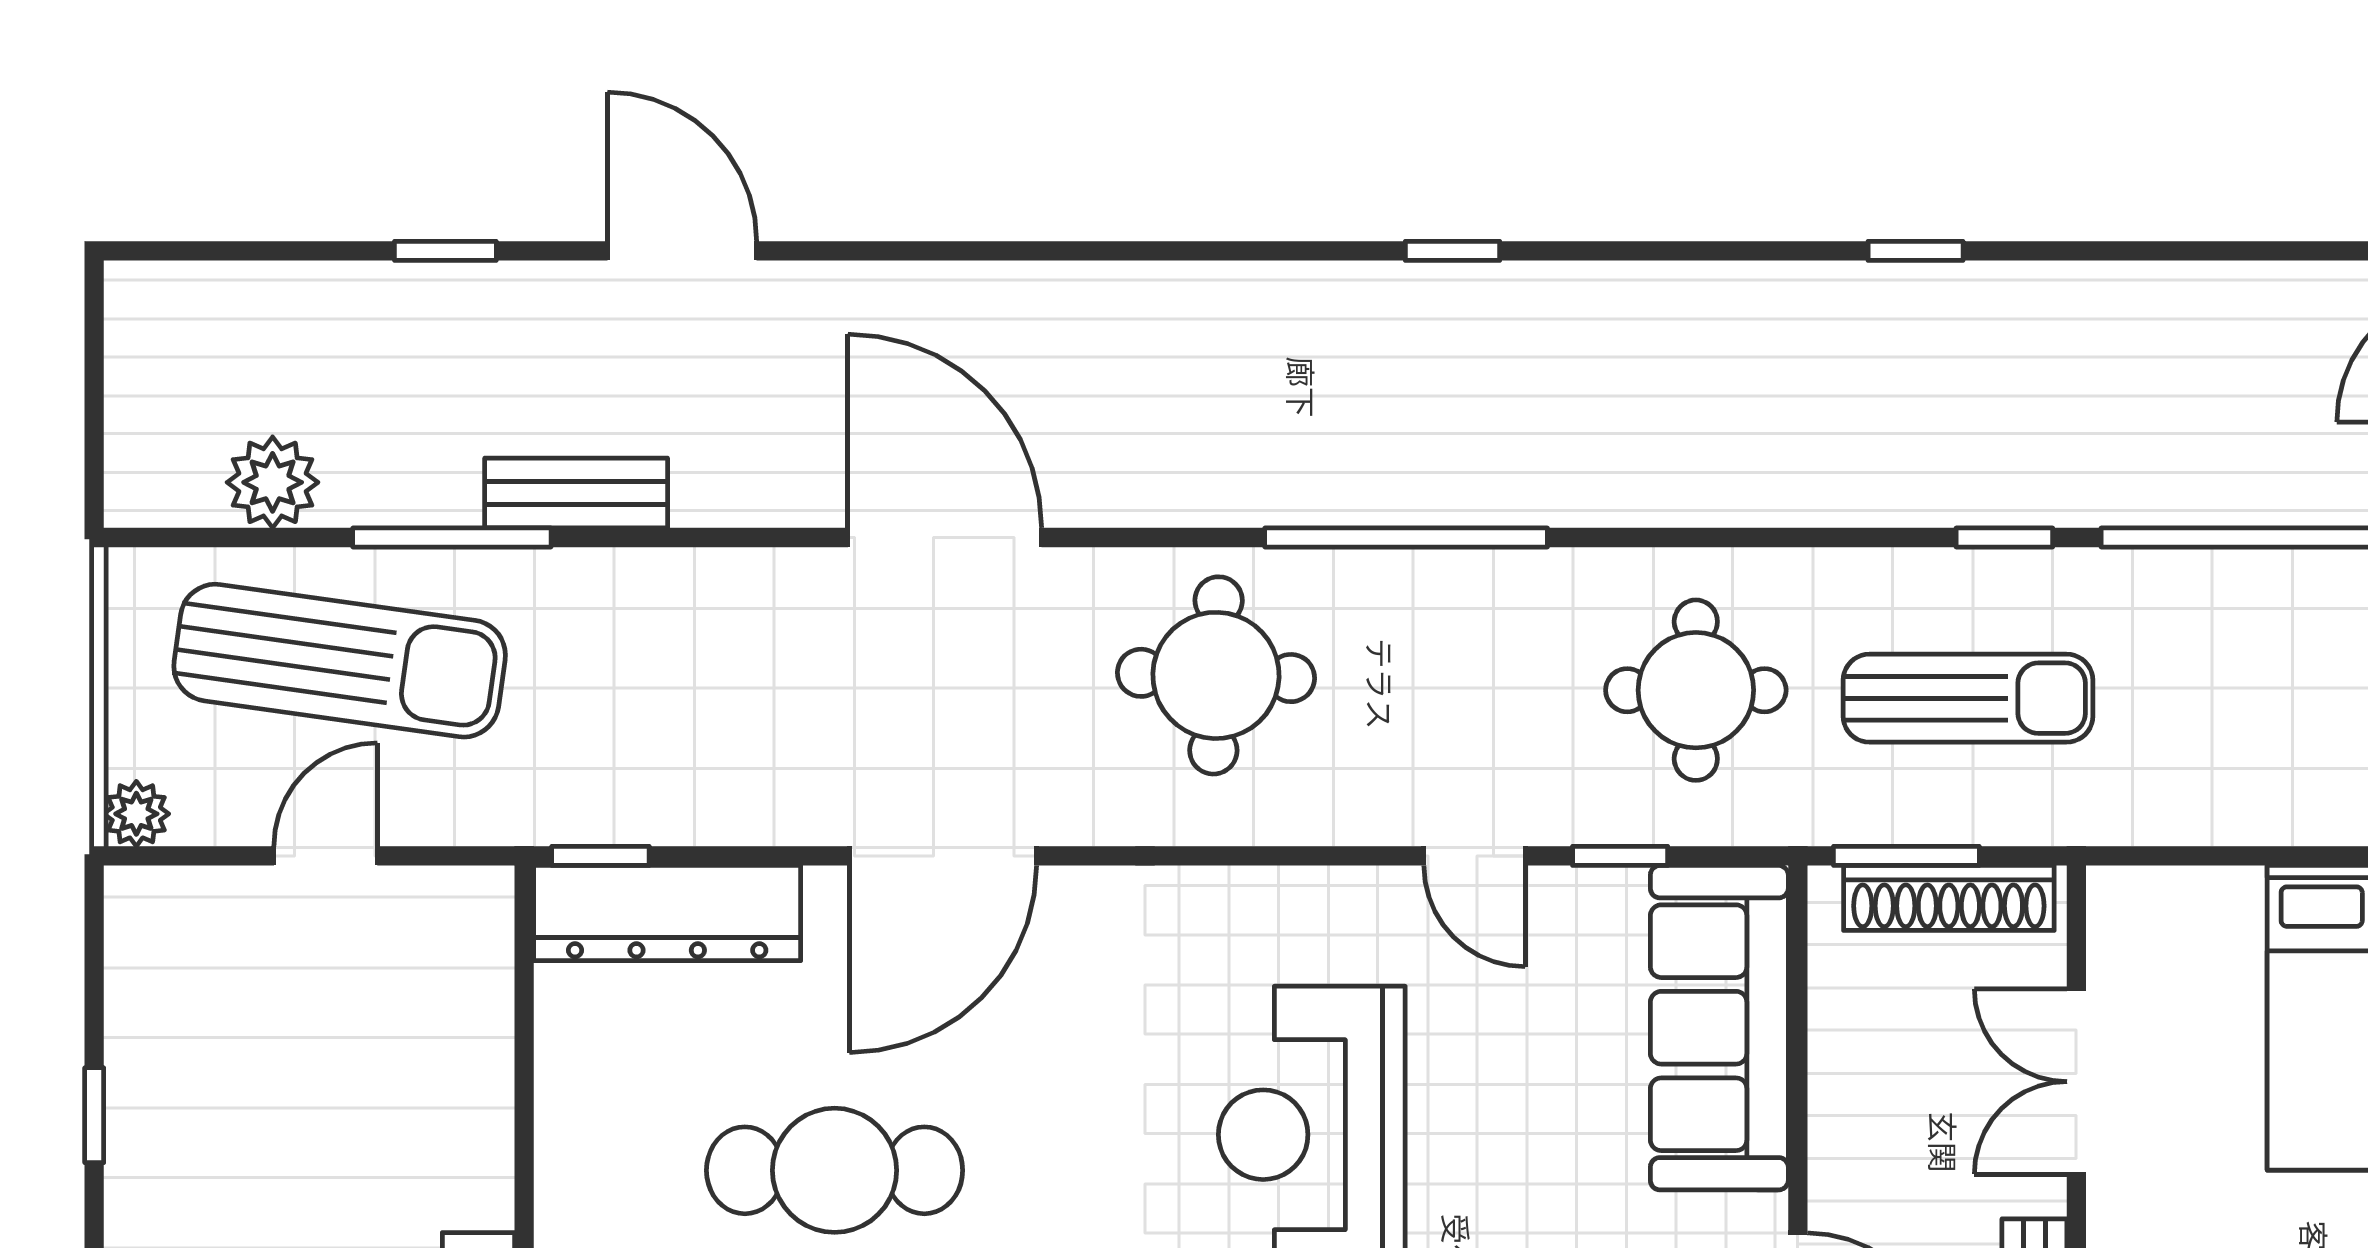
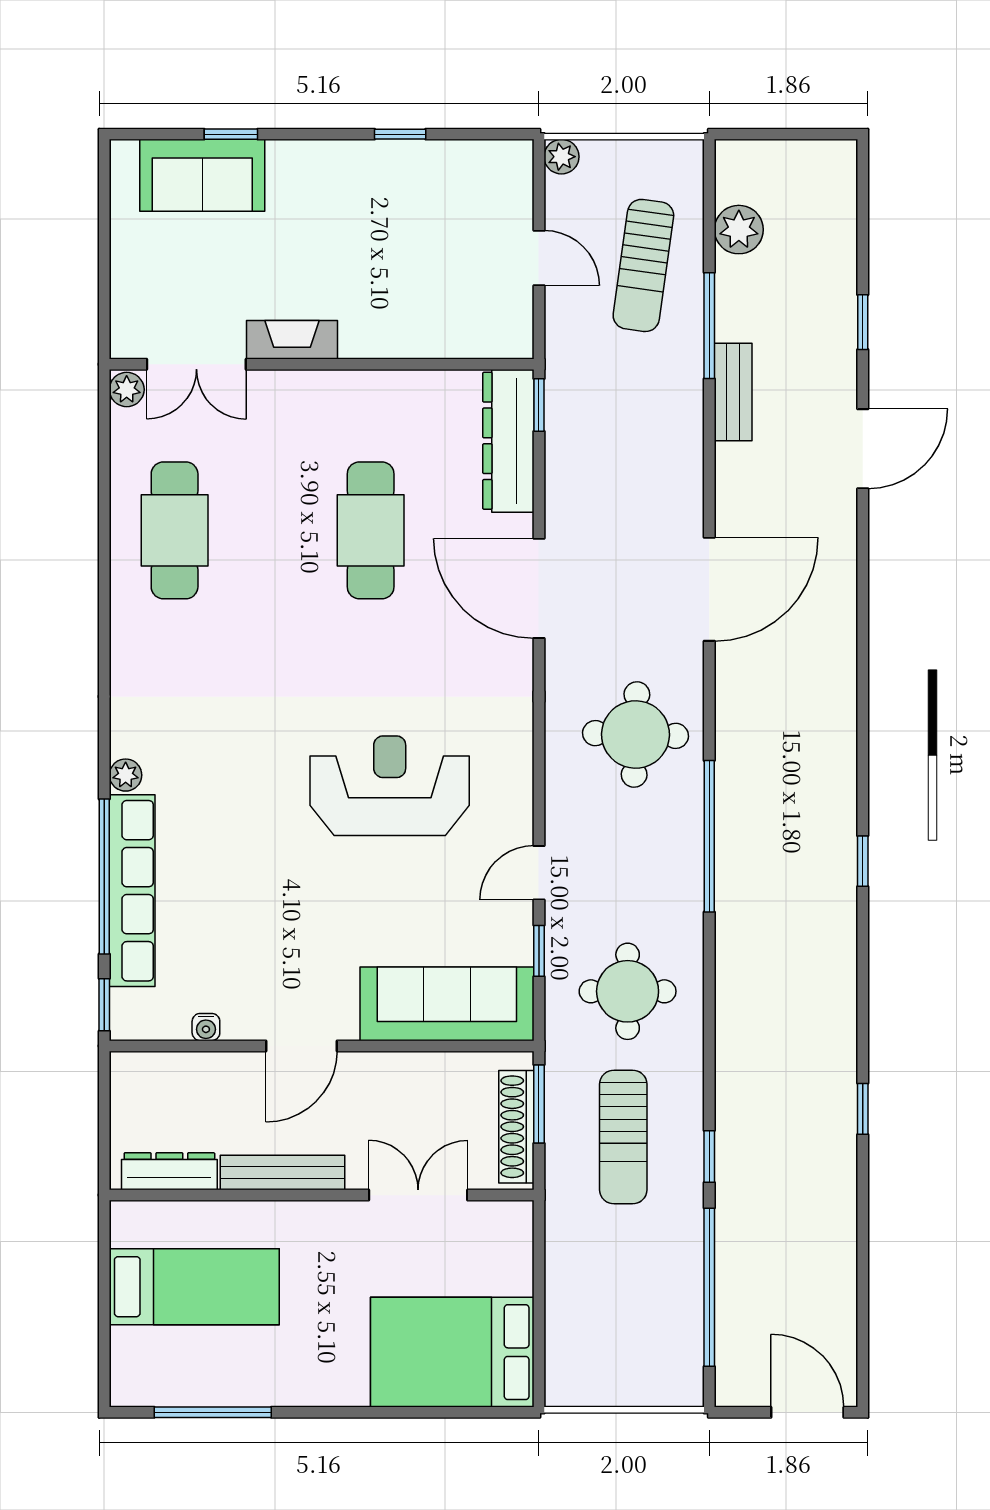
sun lounger: (340, 661) -> (643, 265), width x0.73, depth x0.75

